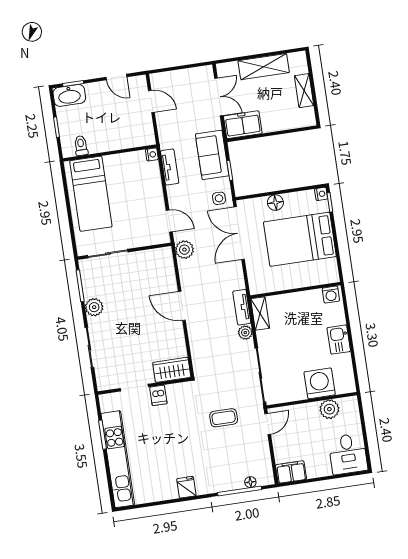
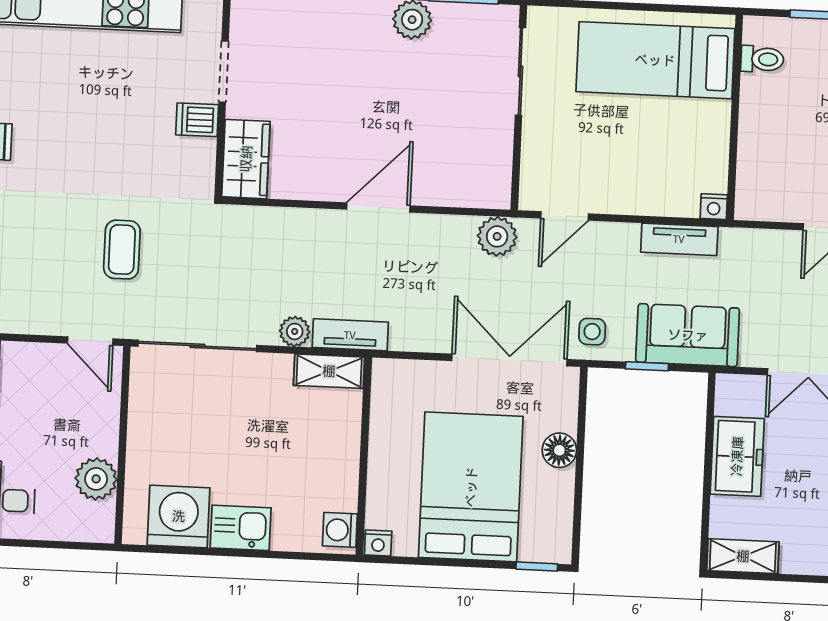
shelving: (304, 91) -> (743, 556), moved
freezer: (243, 125) -> (737, 456), moved
nightstand: (321, 194) -> (378, 543), moved
washing machine: (320, 383) -> (179, 516), moved, turned -90

